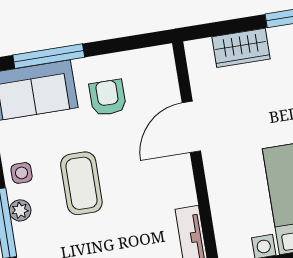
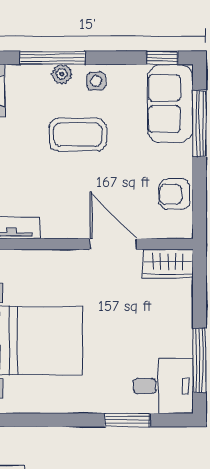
wardrobe: (241, 48) -> (168, 264), moved, turned -90
armchair: (108, 98) -> (174, 194), moved, turned 180

